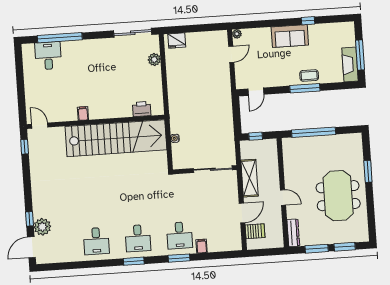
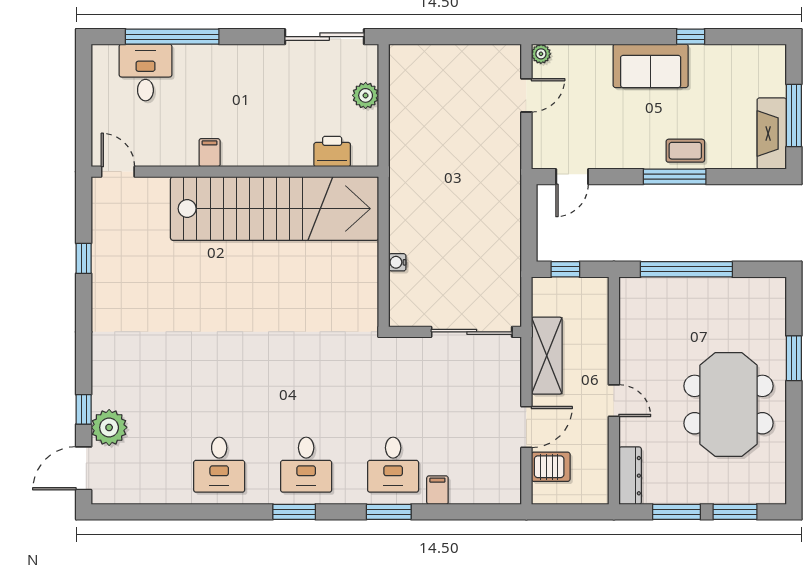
fridge: (177, 41) -> (415, 59), removed
printer: (142, 109) -> (332, 152), moved
filing cabinet: (83, 114) -> (210, 153), moved
wall: (96, 122) -> (235, 172), moved
door: (40, 126) -> (118, 172), moved
stairs: (116, 138) -> (275, 209), moved

